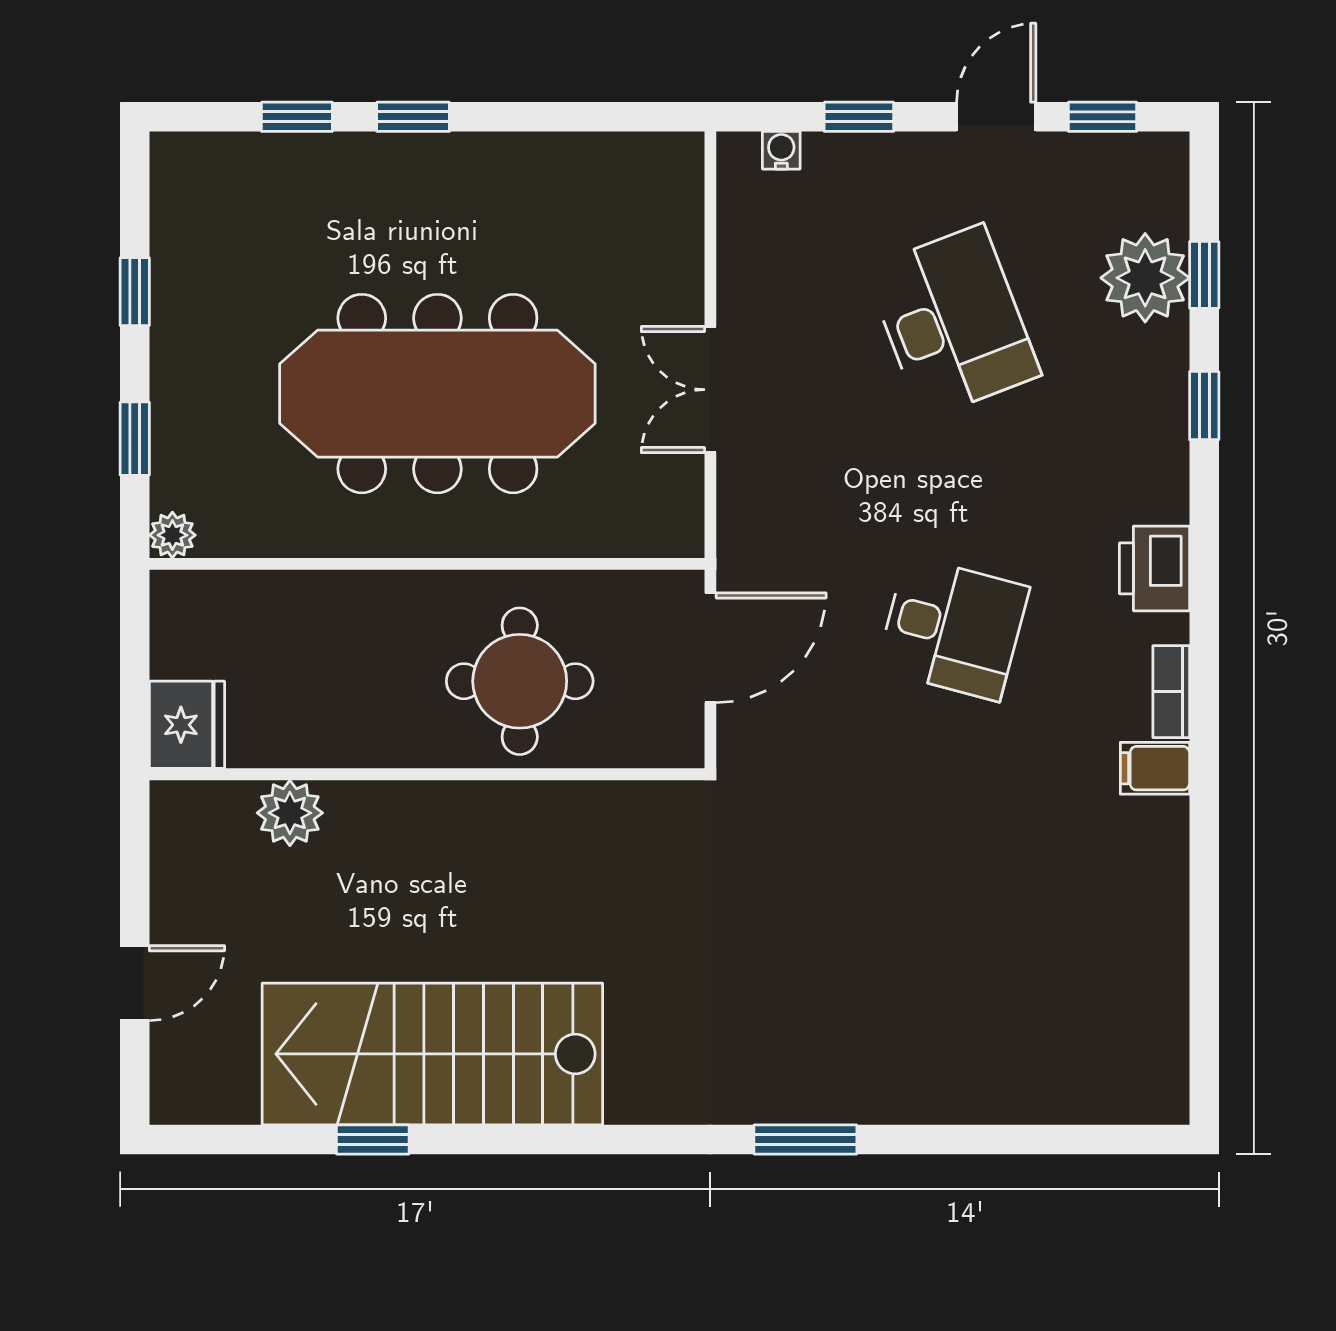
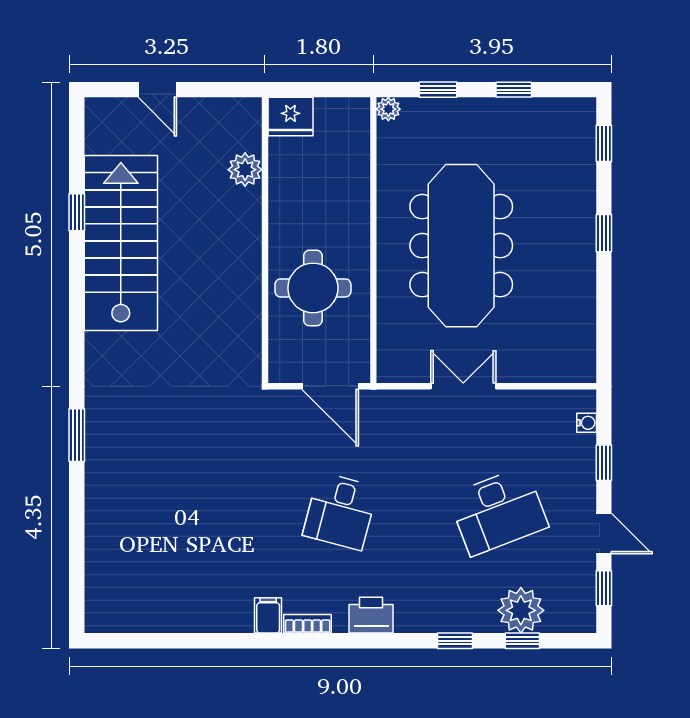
window: (297, 117) -> (604, 143), moved

